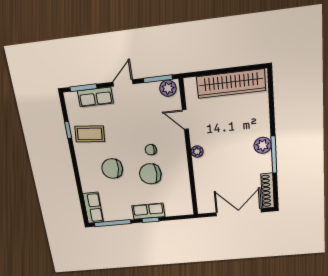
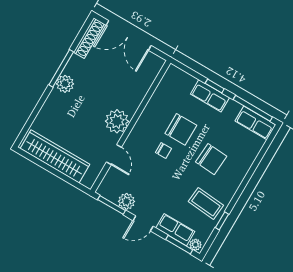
plant: (168, 88) -> (126, 201), moved
plant: (72, 97) -> (195, 245), added
plant: (197, 152) -> (117, 121), width x1.87, depth x1.87
row of seats: (93, 208) -> (255, 123), moved, turned -90

